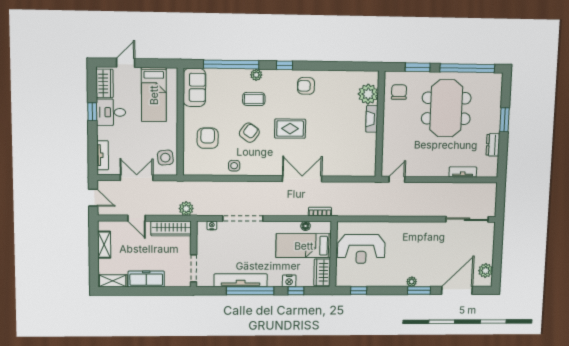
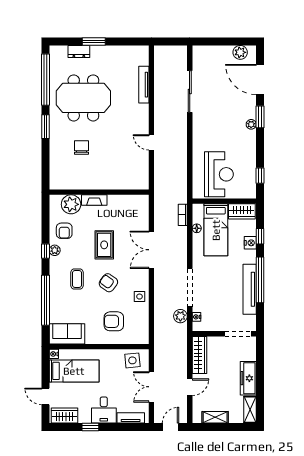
nightstand: (172, 73) -> (54, 354), added
plant: (256, 75) -> (55, 250), moved
chair: (399, 92) -> (81, 147), moved, turned 90
plant: (368, 94) -> (71, 204), moved
desk: (111, 112) -> (104, 410), moved
fireplace: (372, 119) -> (94, 200), moved
wall: (380, 124) -> (99, 192), moved
dresser: (493, 145) -> (79, 51), moved
tv unit: (463, 172) -> (144, 85), width x1.41
double door: (302, 179) -> (151, 250), moved
plant: (186, 209) -> (180, 316), moved
sliding door: (467, 219) -> (190, 92), moved

